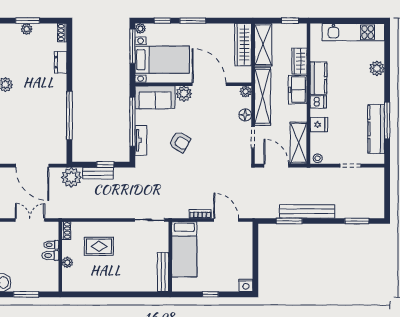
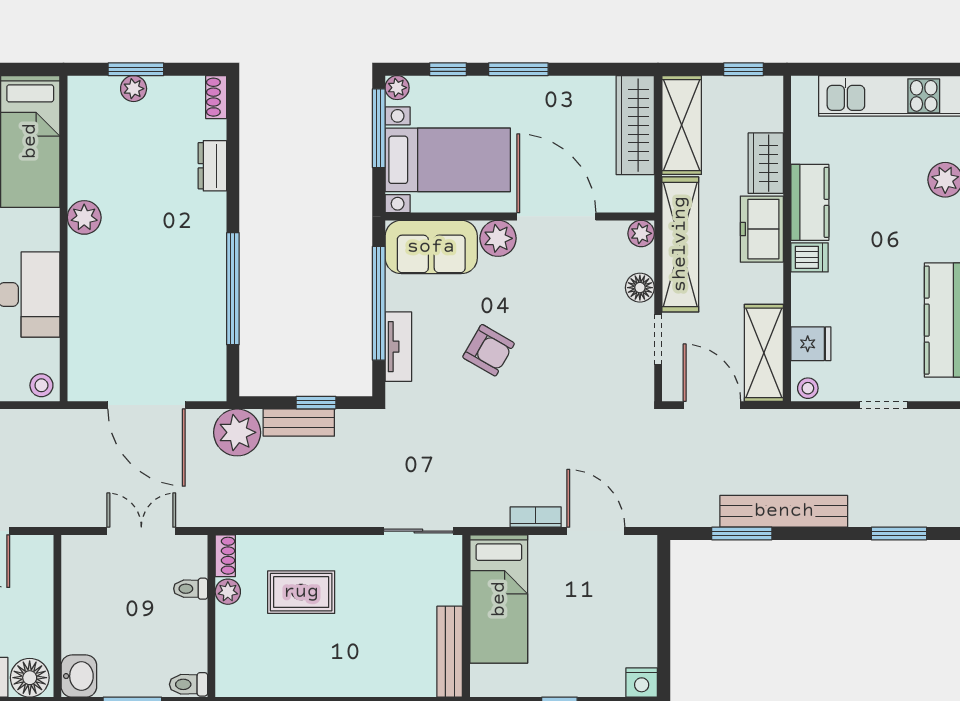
fridge: (319, 125) -> (811, 344), moved
toilet: (50, 255) -> (189, 684), moved
plant: (67, 262) -> (228, 592), moved

